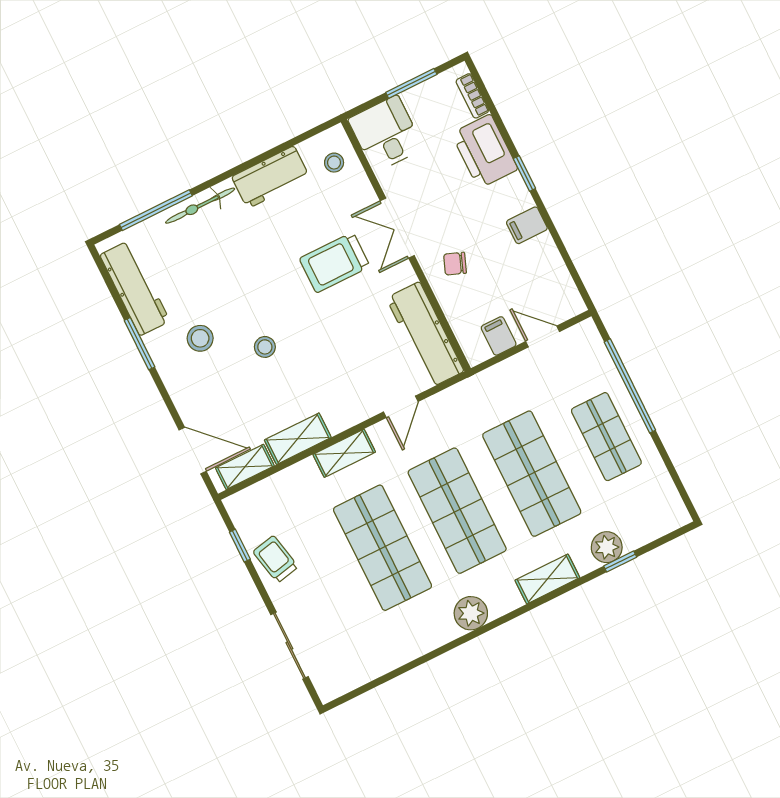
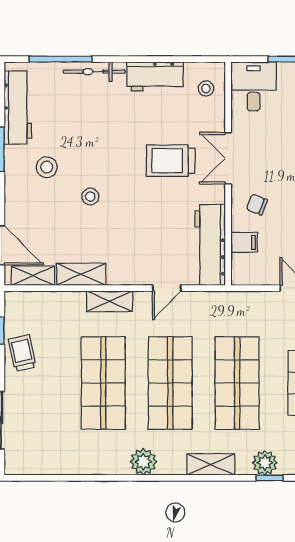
filing cabinet: (499, 336) -> (244, 242), moved, turned 90

